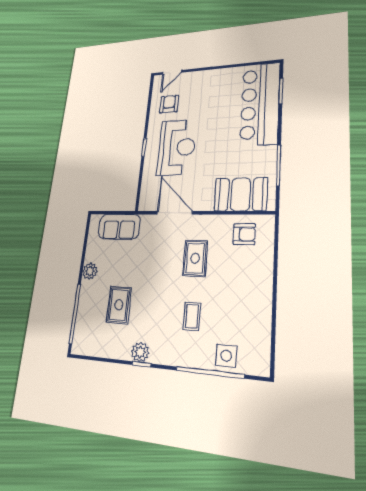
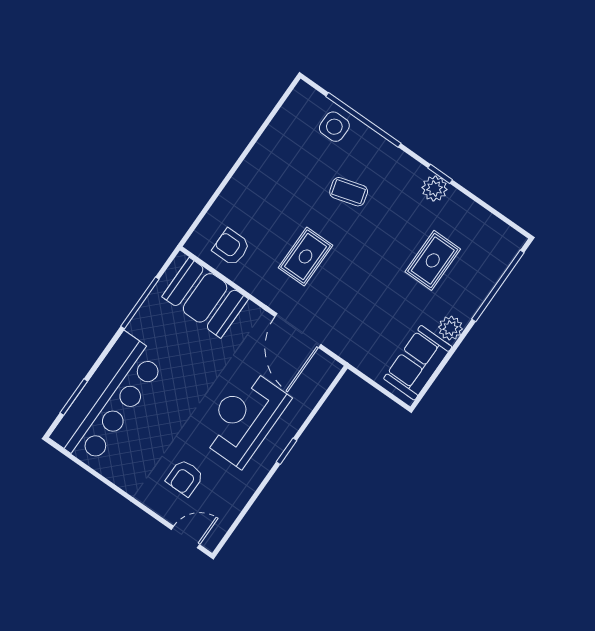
armchair: (169, 104) -> (185, 478), moved
sofa: (119, 227) -> (418, 363), moved, turned -90
coffee table: (192, 316) -> (349, 192), turned 74

